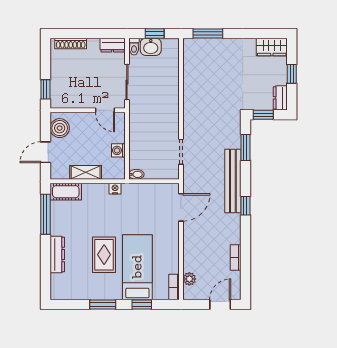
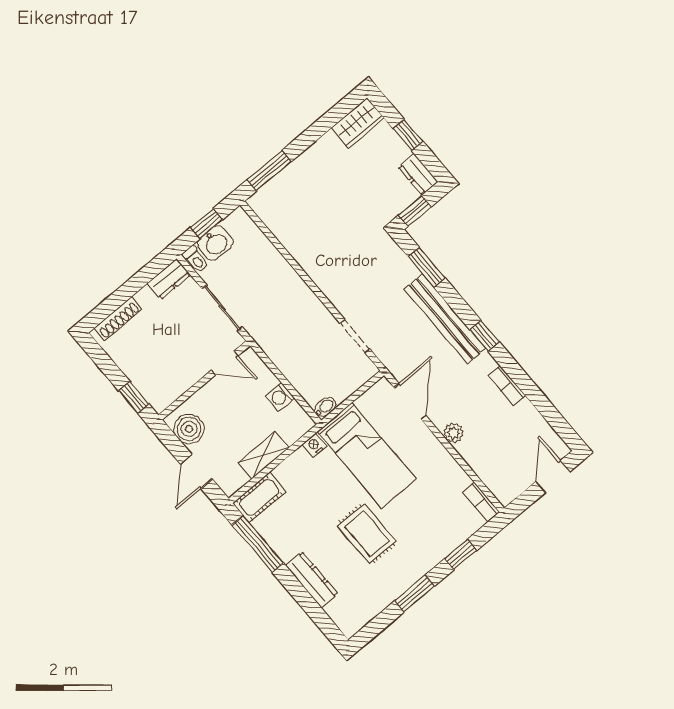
bookcase: (236, 257) -> (507, 386), moved
bed: (137, 267) -> (367, 455), moved, turned 180
plant: (189, 279) -> (454, 433), moved

